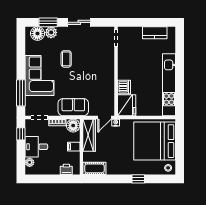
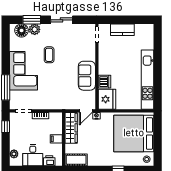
kitchen counter: (155, 33) -> (122, 30), moved
sofa: (73, 107) -> (87, 76), moved, turned -90
floor lamp: (73, 126) -> (56, 119), removed
desk: (36, 147) -> (33, 155), moved, turned -90

